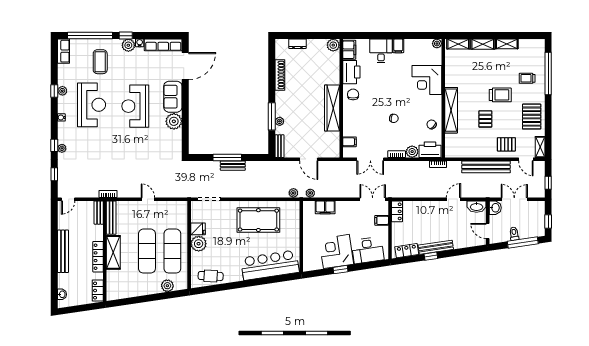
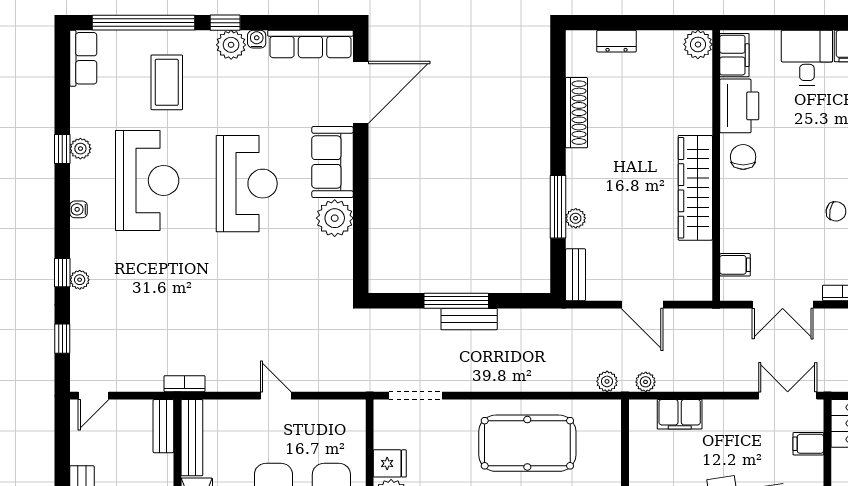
reception desk: (135, 106) -> (247, 184), turned 180

